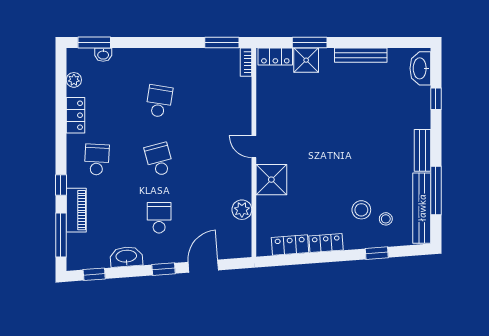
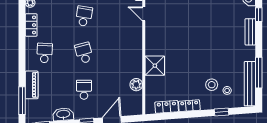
door: (254, 147) -> (144, 14), moved
bench: (422, 150) -> (250, 32), moved
window: (61, 185) -> (22, 69), removed

